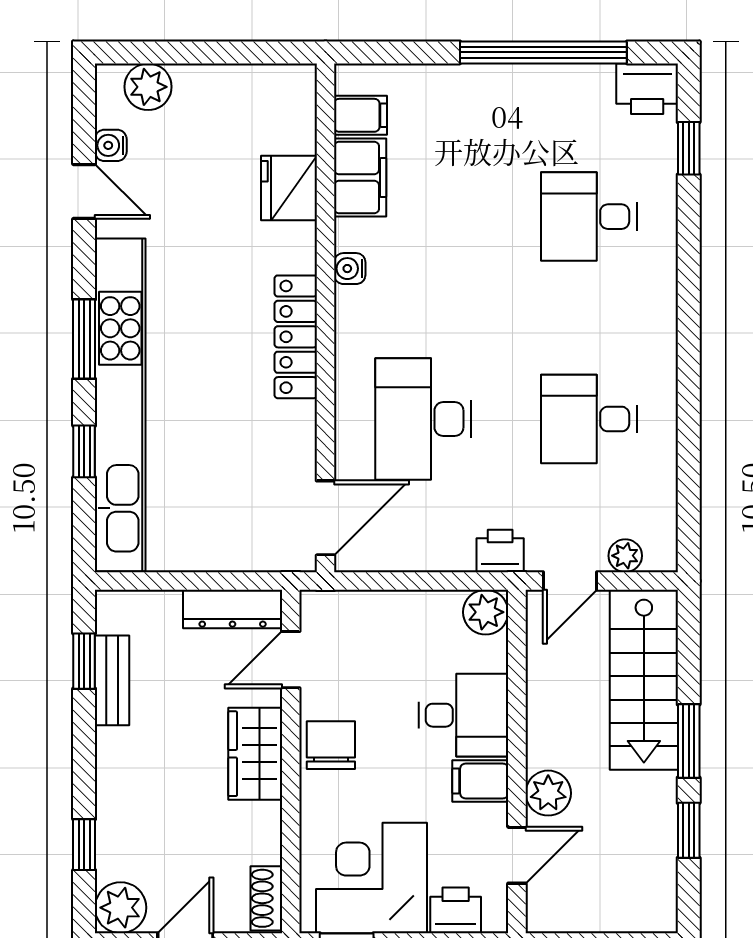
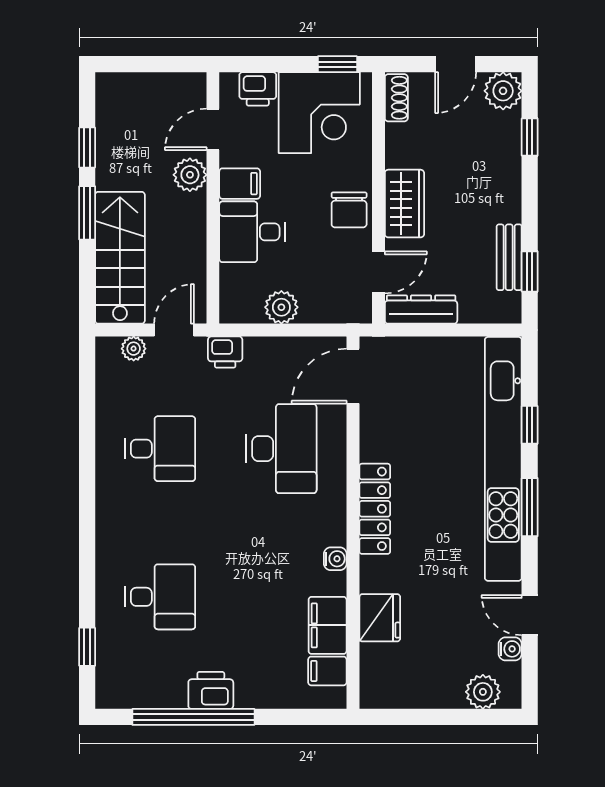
printer: (647, 89) -> (211, 690), moved
plant: (486, 612) -> (281, 307), moved

